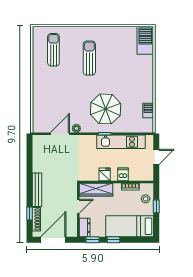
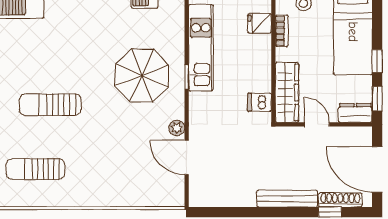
fridge: (105, 174) -> (260, 23), moved
dishwasher: (123, 174) -> (259, 102), moved

